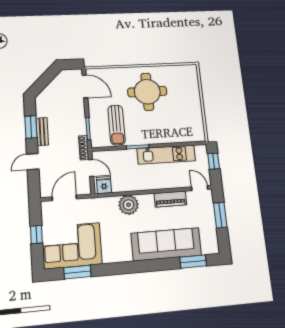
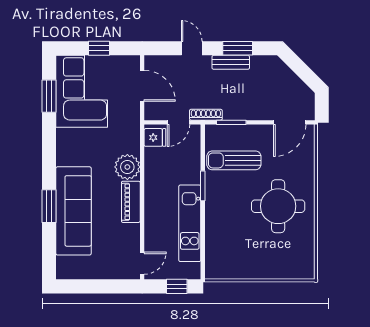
piano: (170, 199) -> (131, 202), moved
window: (220, 215) -> (105, 286), removed
window: (193, 262) -> (49, 206), moved

